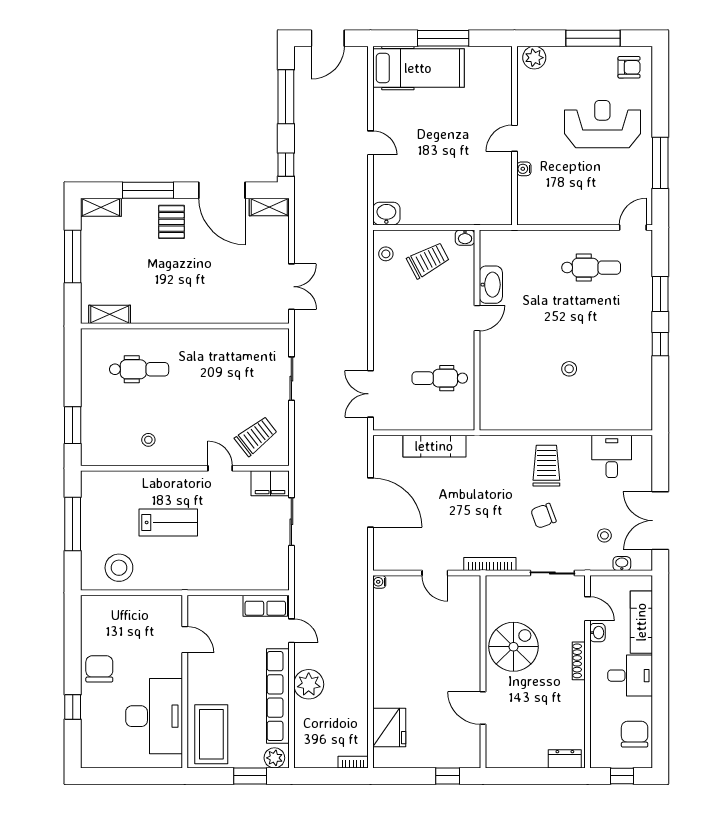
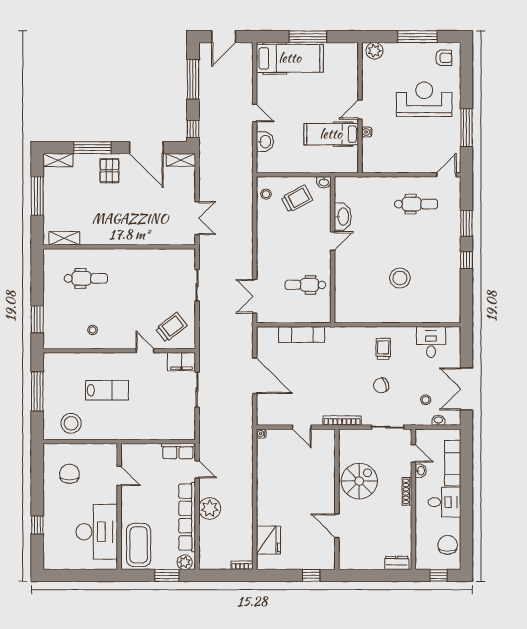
hospital bed: (475, 172) -> (331, 134), added
washbasin: (386, 214) -> (265, 142), moved, turned 90
stool: (569, 369) -> (400, 278), width x1.89, depth x1.89
trolley: (546, 466) -> (383, 349), width x0.73, depth x0.72
chair: (99, 669) -> (69, 474), moved

